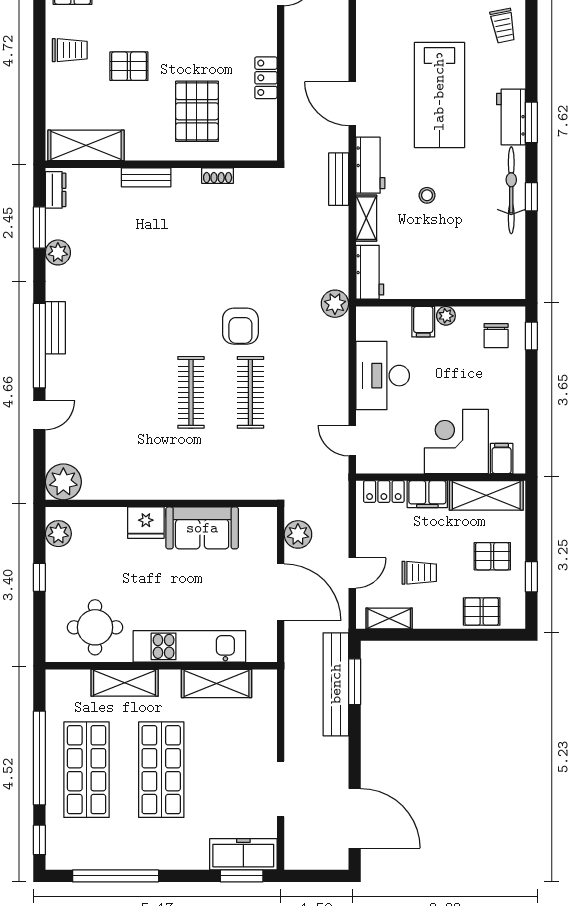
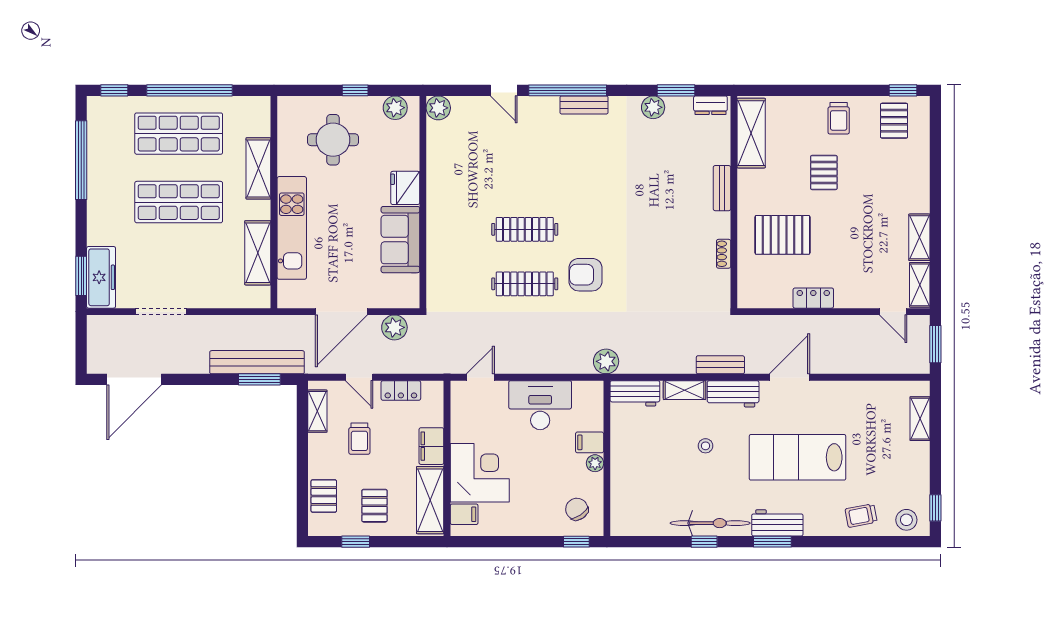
chair: (496, 336) -> (577, 509), turned 56
plant: (63, 482) -> (438, 108), width x0.73, depth x0.73
locker: (384, 492) -> (401, 390), moved, turned -90
round table: (95, 627) -> (333, 140), moved

